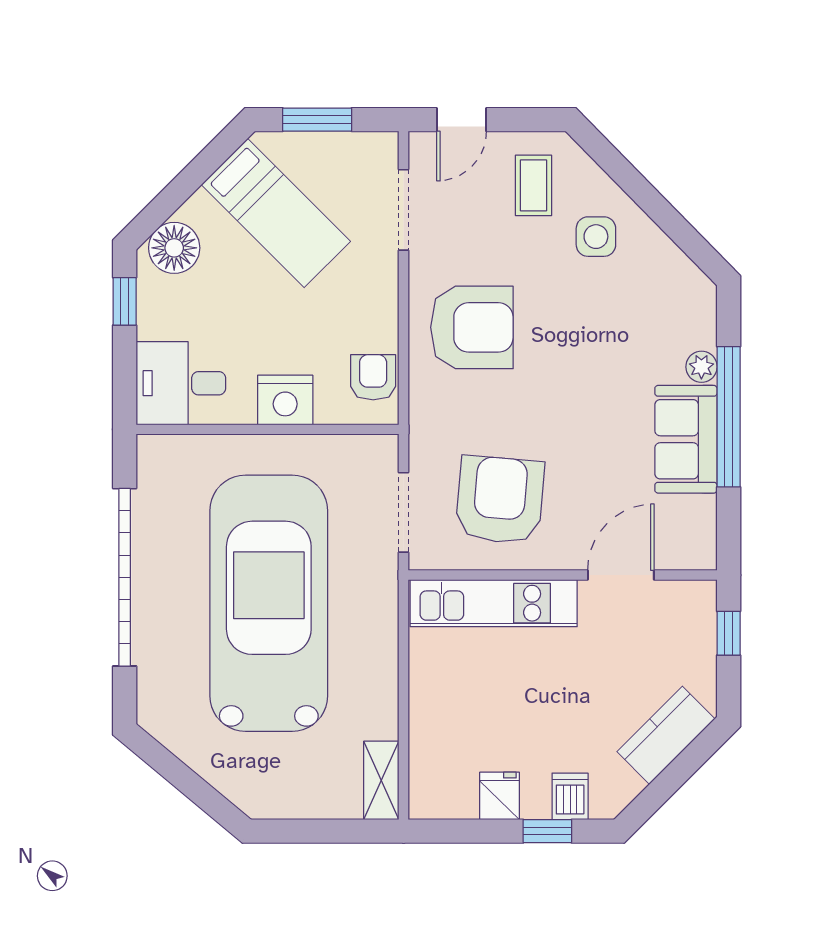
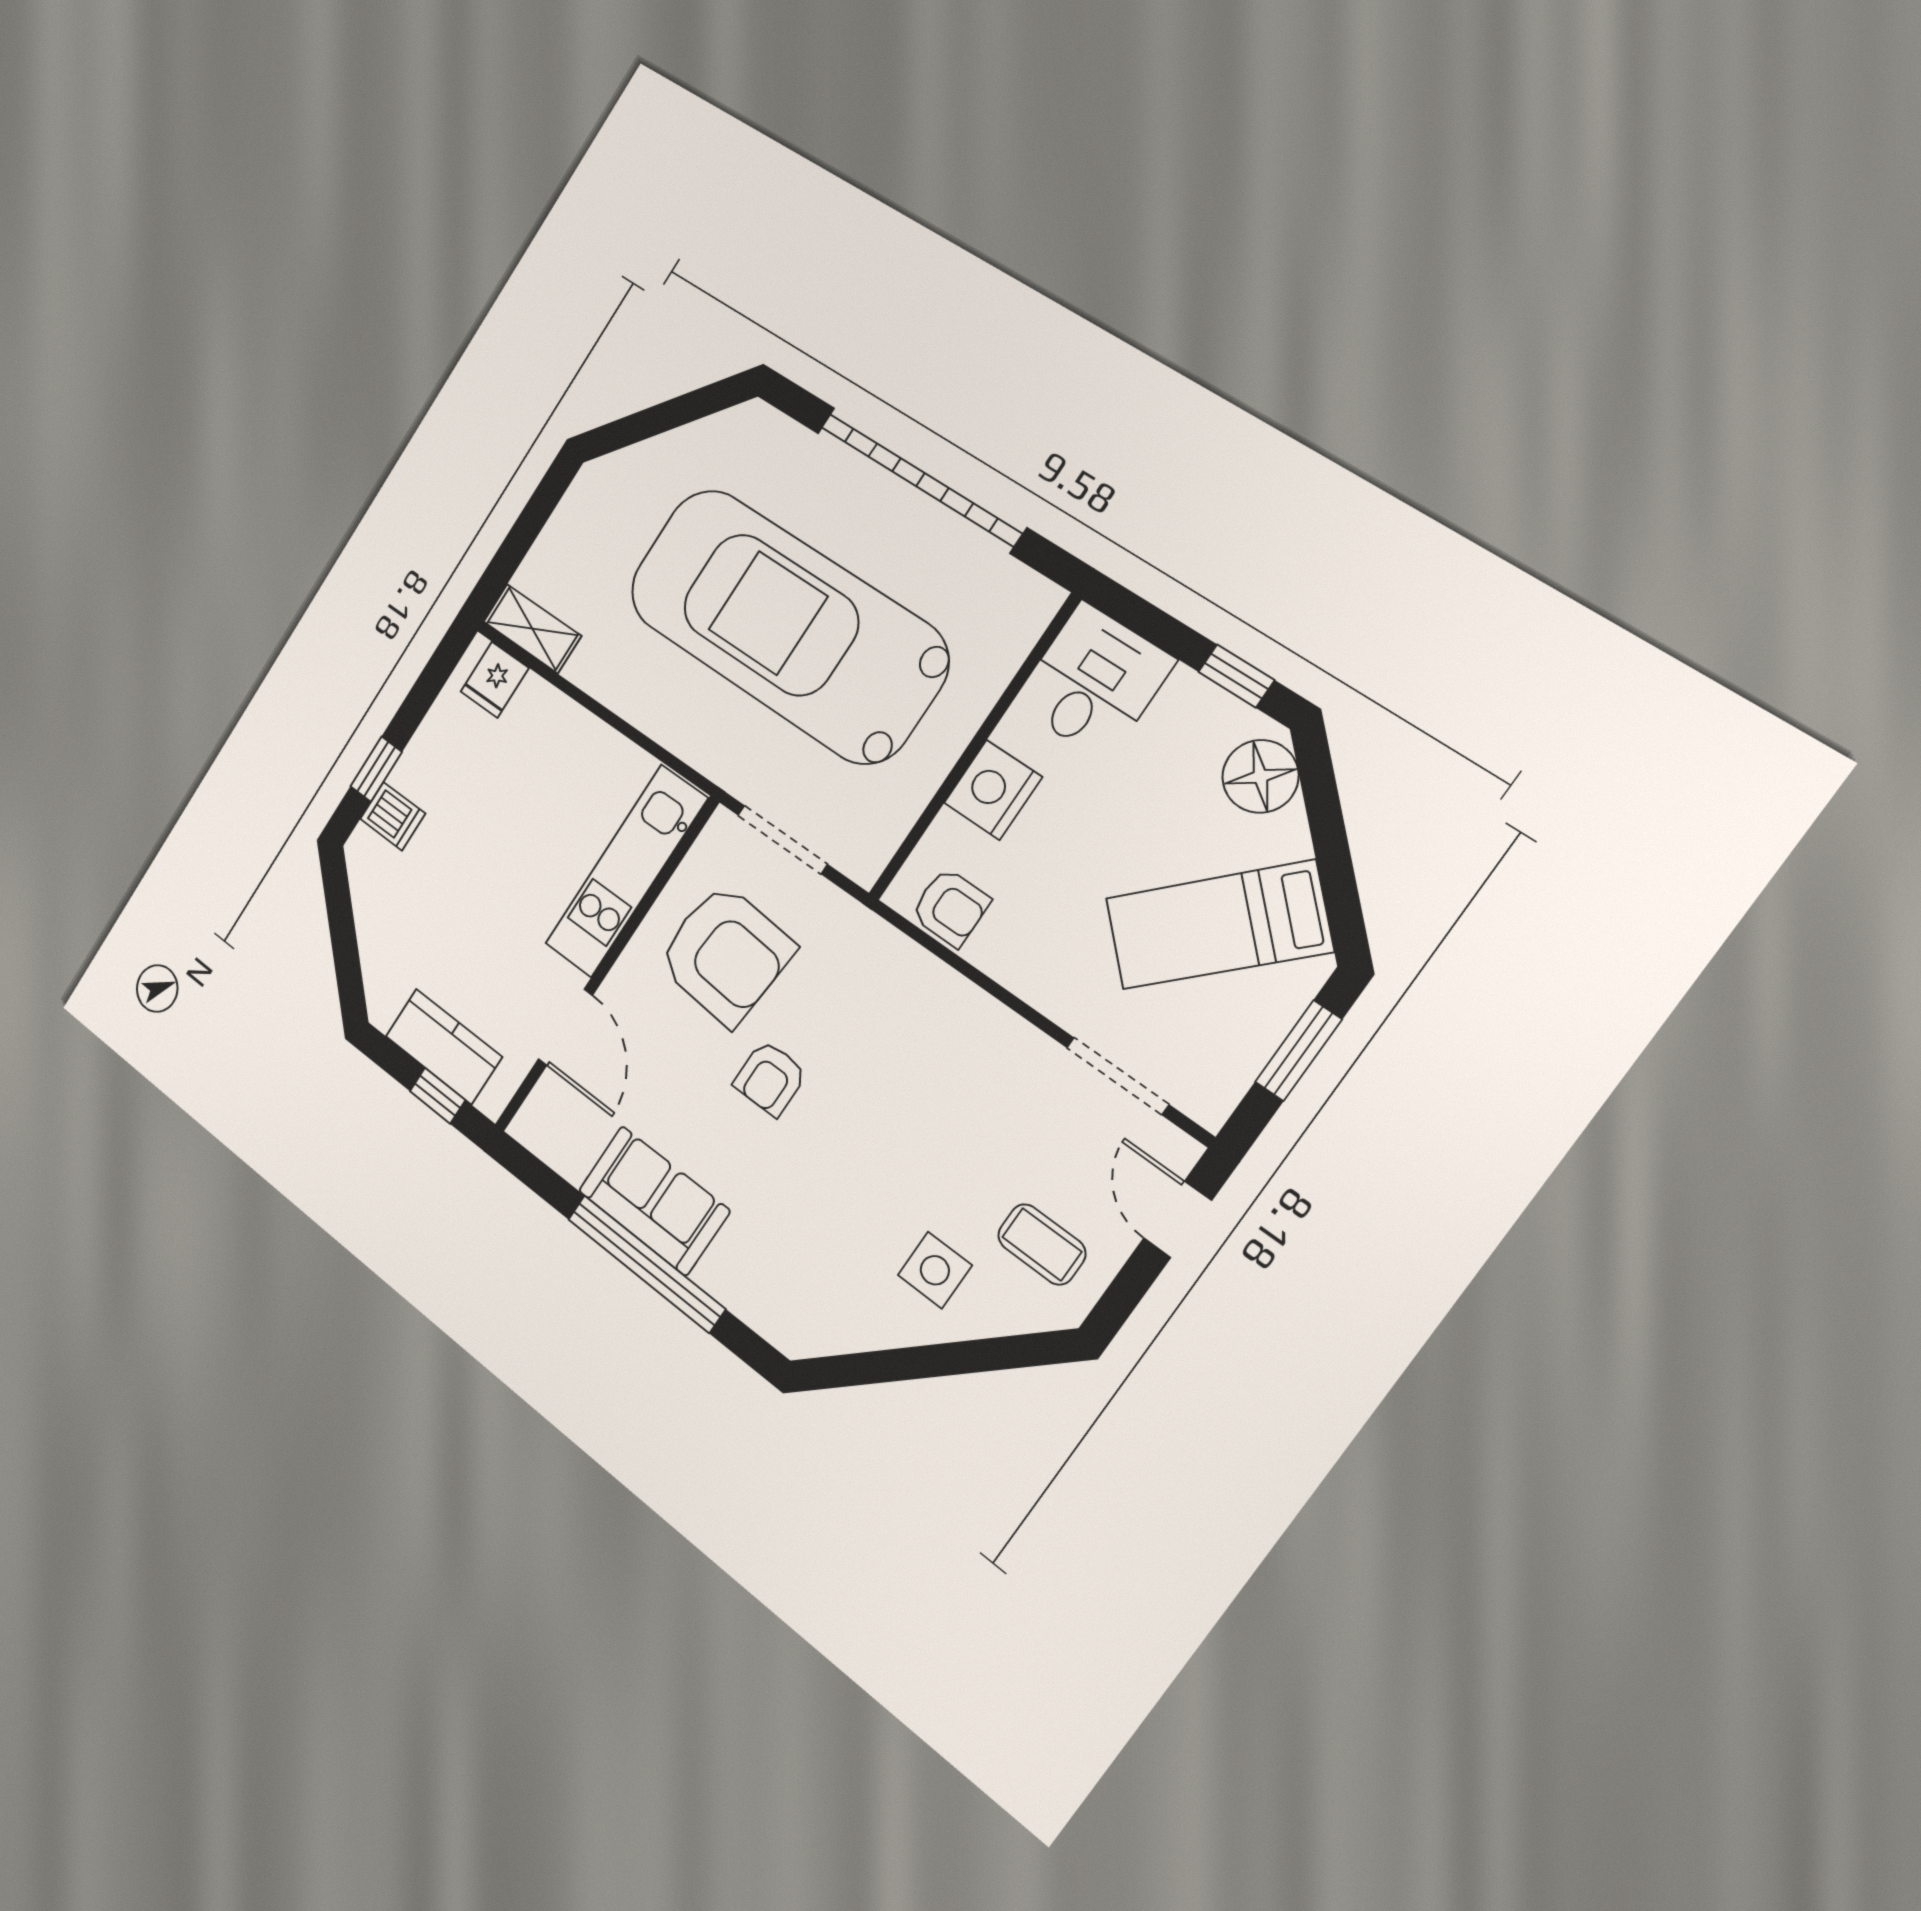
armchair: (472, 327) -> (770, 1078), moved, width x0.53, depth x0.53
plant: (701, 367) -> (716, 1276), removed
car: (269, 603) -> (786, 625), turned 180
kitchen counter: (666, 735) -> (444, 1047), moved, turned -45
fridge: (500, 796) -> (495, 680), moved, turned 90

